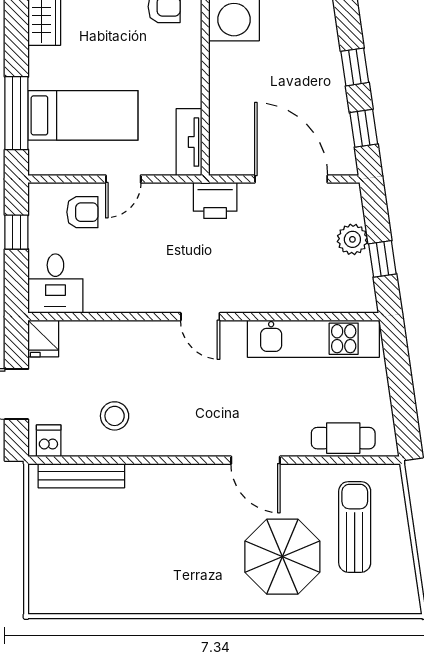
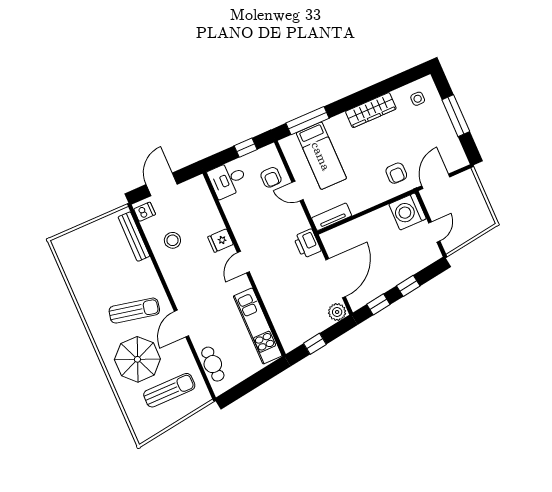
plant: (352, 239) -> (337, 312), moved
fridge: (43, 338) -> (221, 241), moved
sun lounger: (201, 527) -> (134, 311), added

